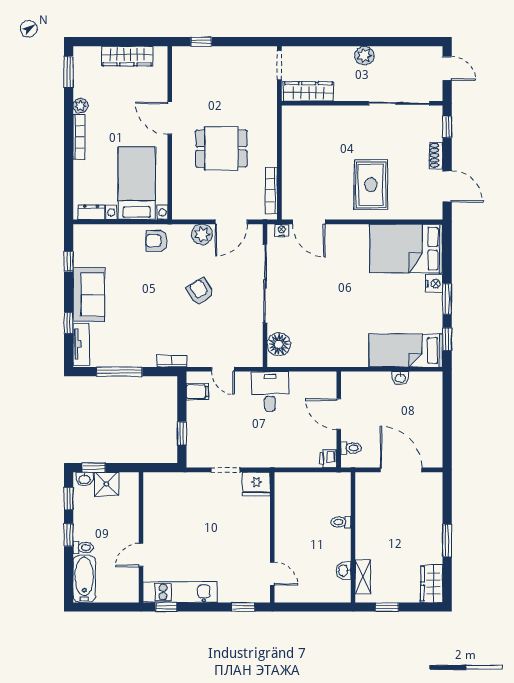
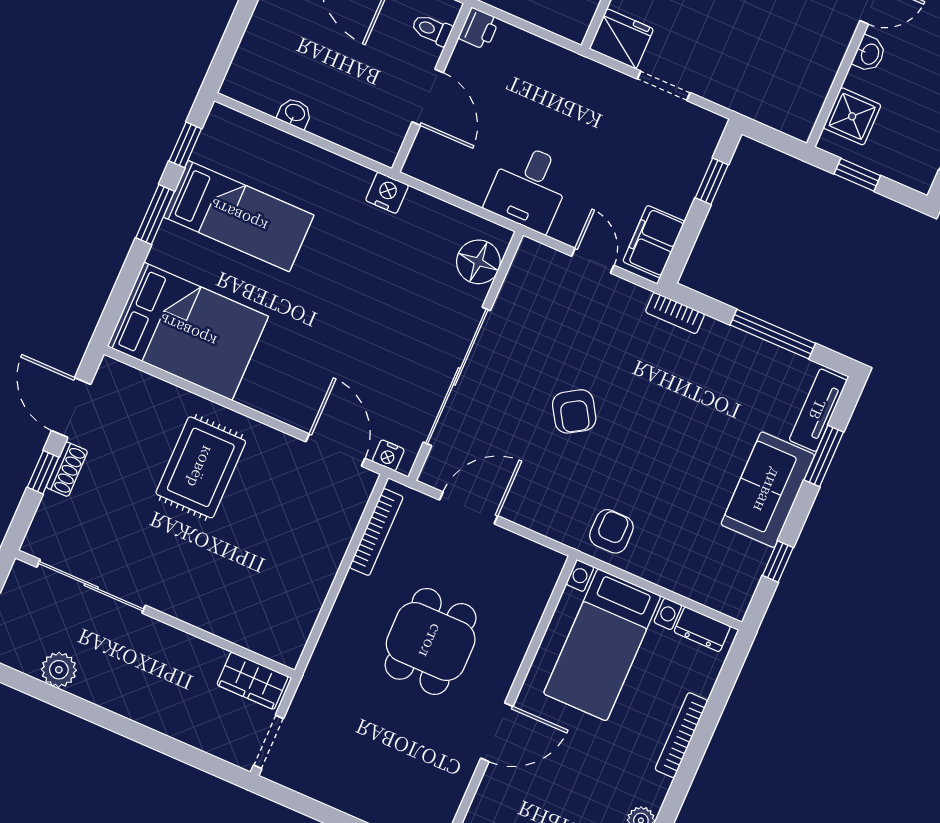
plant: (364, 56) -> (59, 670), moved
wardrobe: (309, 91) -> (253, 681), width x0.67
door: (170, 118) -> (497, 732), hinge flipped
window: (447, 127) -> (43, 472), moved
bookcase: (79, 137) -> (681, 735), moved
dining table: (221, 148) -> (431, 641), turned 90
plant: (202, 234) -> (528, 508), removed
armchair: (156, 241) -> (611, 531), turned -90
nightstand: (434, 284) -> (387, 193), moved, turned 90
window: (69, 323) -> (824, 456), width x1.50
bed: (406, 351) -> (239, 216), moved
filing cabinet: (197, 392) -> (654, 242), width x2.00
window: (94, 468) -> (857, 175), moved
washbasin: (84, 479) -> (869, 54), moved, turned 90
shower: (106, 484) -> (852, 116), moved

